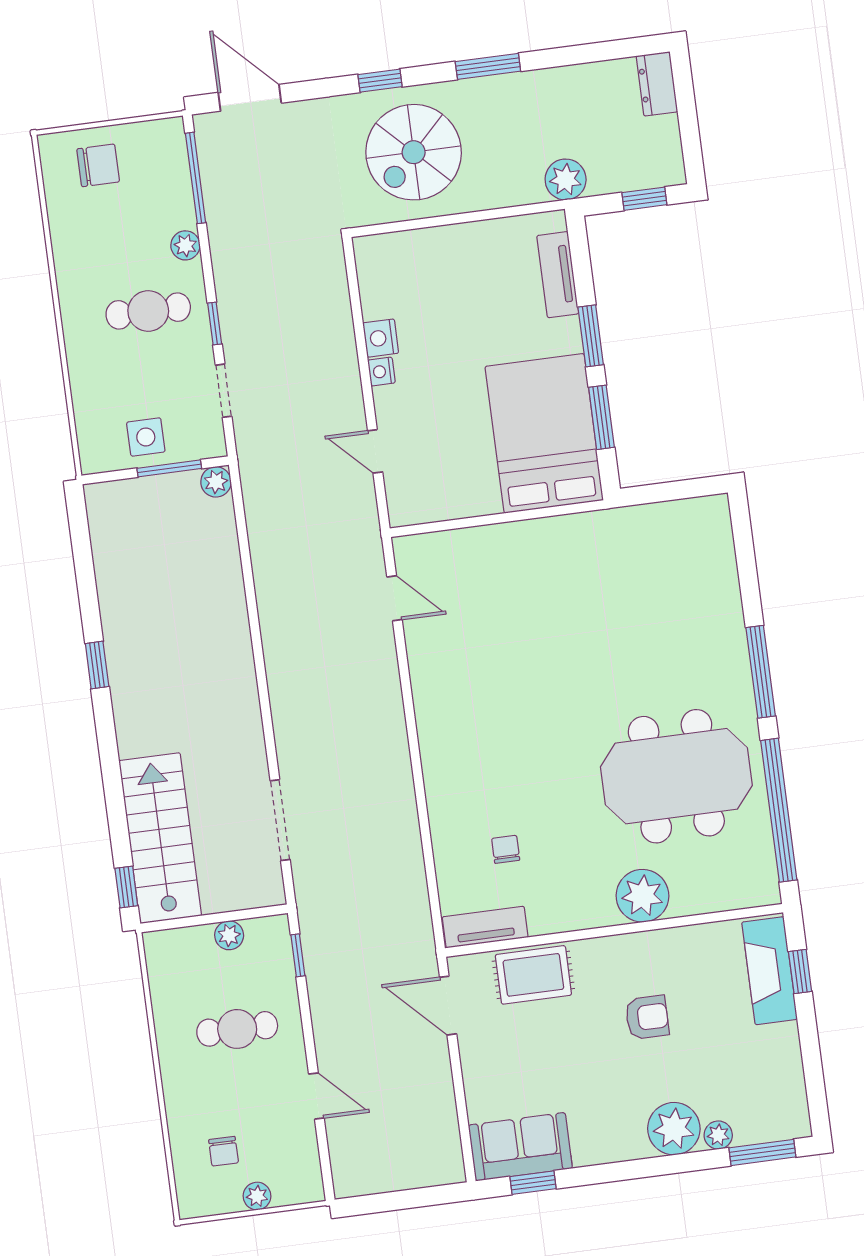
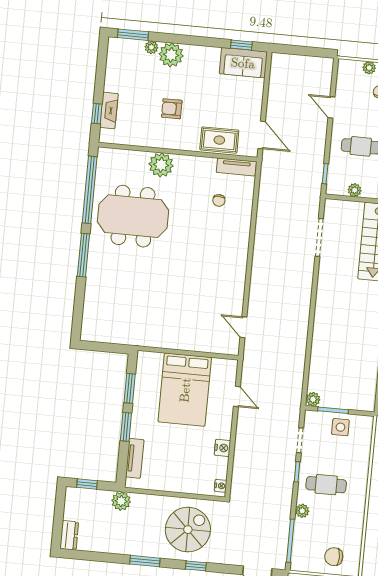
nightstand: (381, 372) -> (221, 486), moved
bed: (544, 433) -> (185, 390), moved
fireplace: (769, 971) -> (109, 110), width x0.73, depth x0.76

